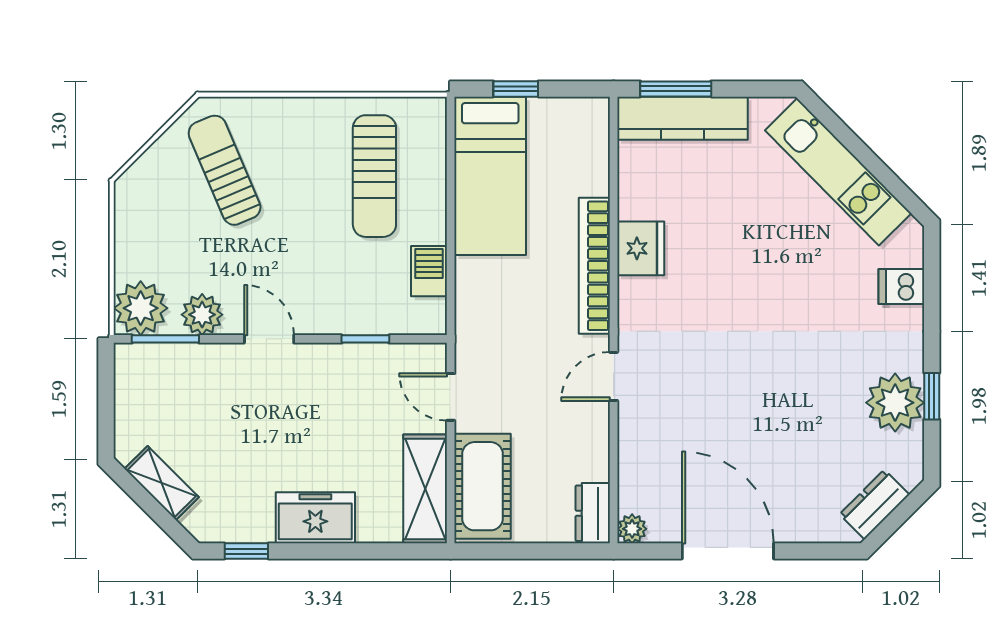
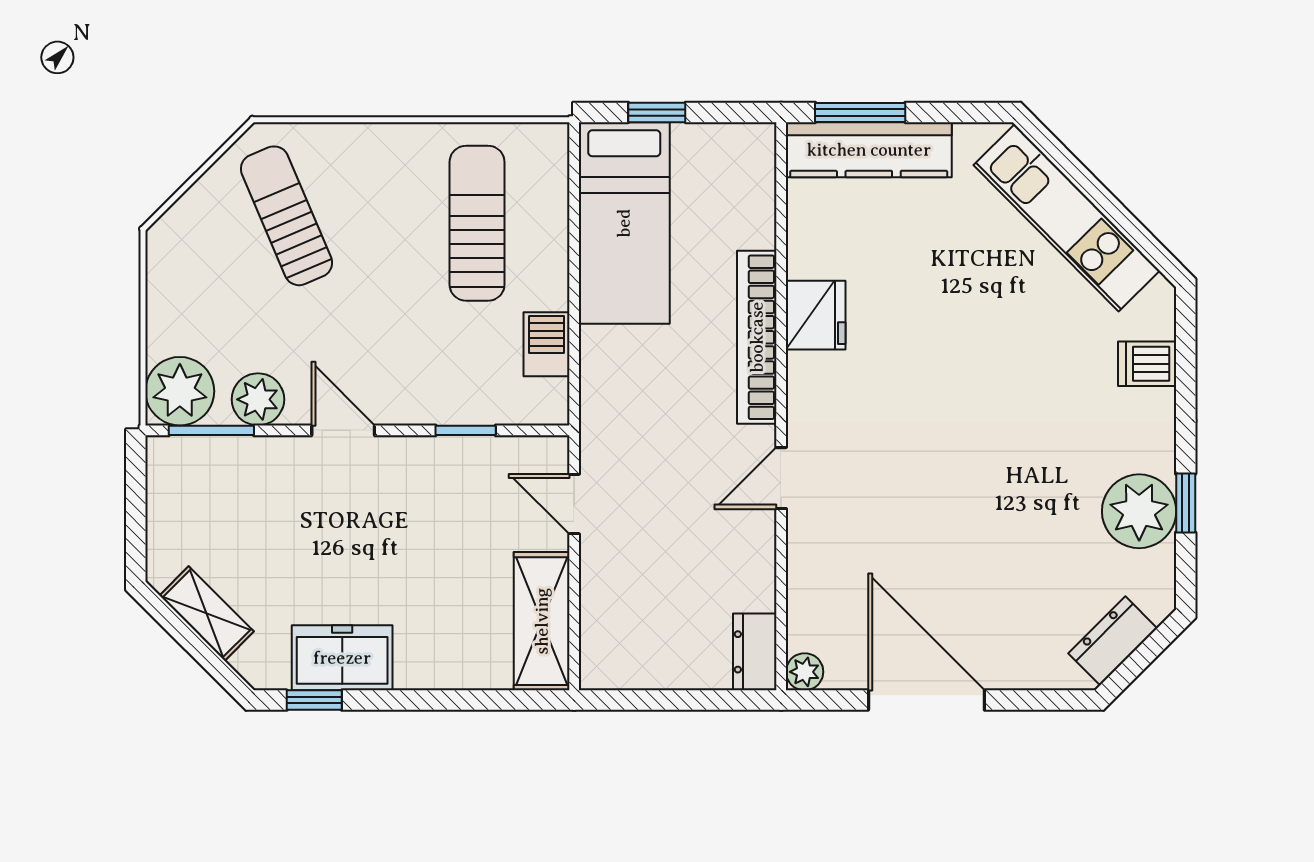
sun lounger: (374, 176) -> (477, 223), turned 180
cot: (482, 486) -> (614, 618), removed
freezer: (315, 518) -> (342, 658), moved

